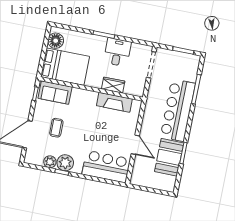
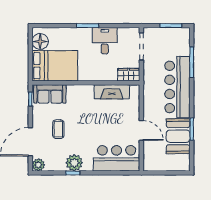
wardrobe: (113, 85) -> (129, 75), moved
plant: (50, 162) -> (38, 165), moved

